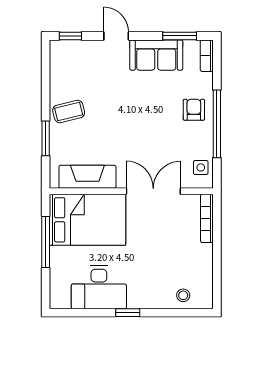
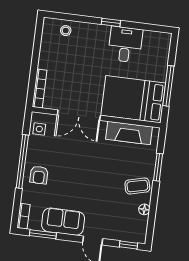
floor lamp: (56, 83) -> (144, 209), added
desk: (99, 287) -> (125, 44), width x0.73

